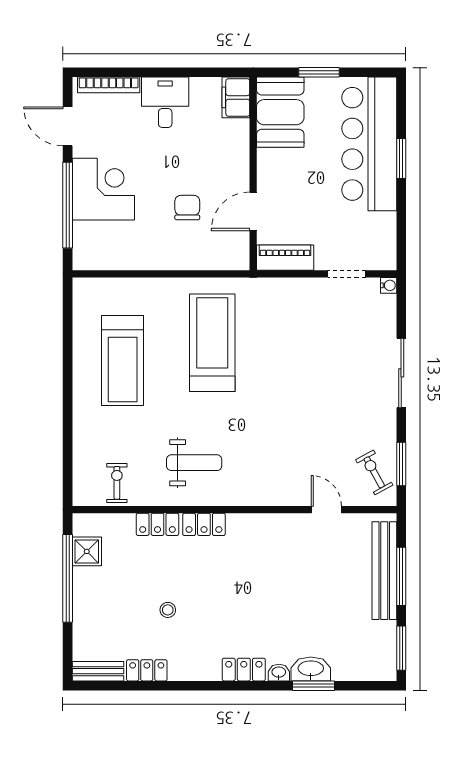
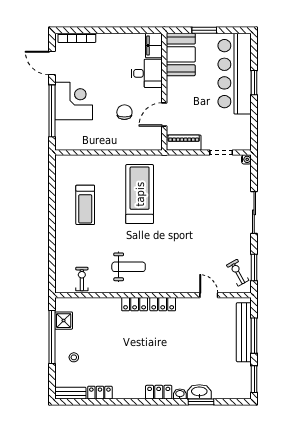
desk: (165, 102) -> (147, 73), moved, turned 90
treadmill: (123, 360) -> (85, 205), width x0.73, depth x0.73
locker: (158, 524) -> (163, 304), moved
stool: (168, 610) -> (74, 357), moved

